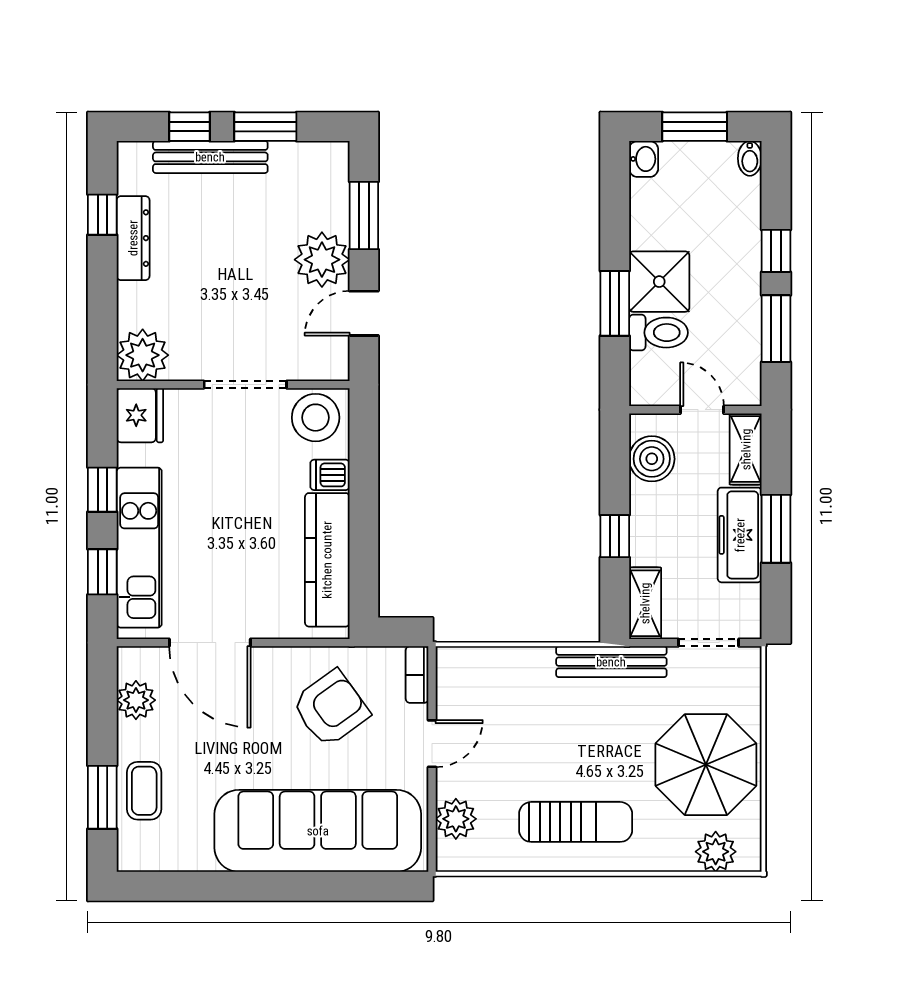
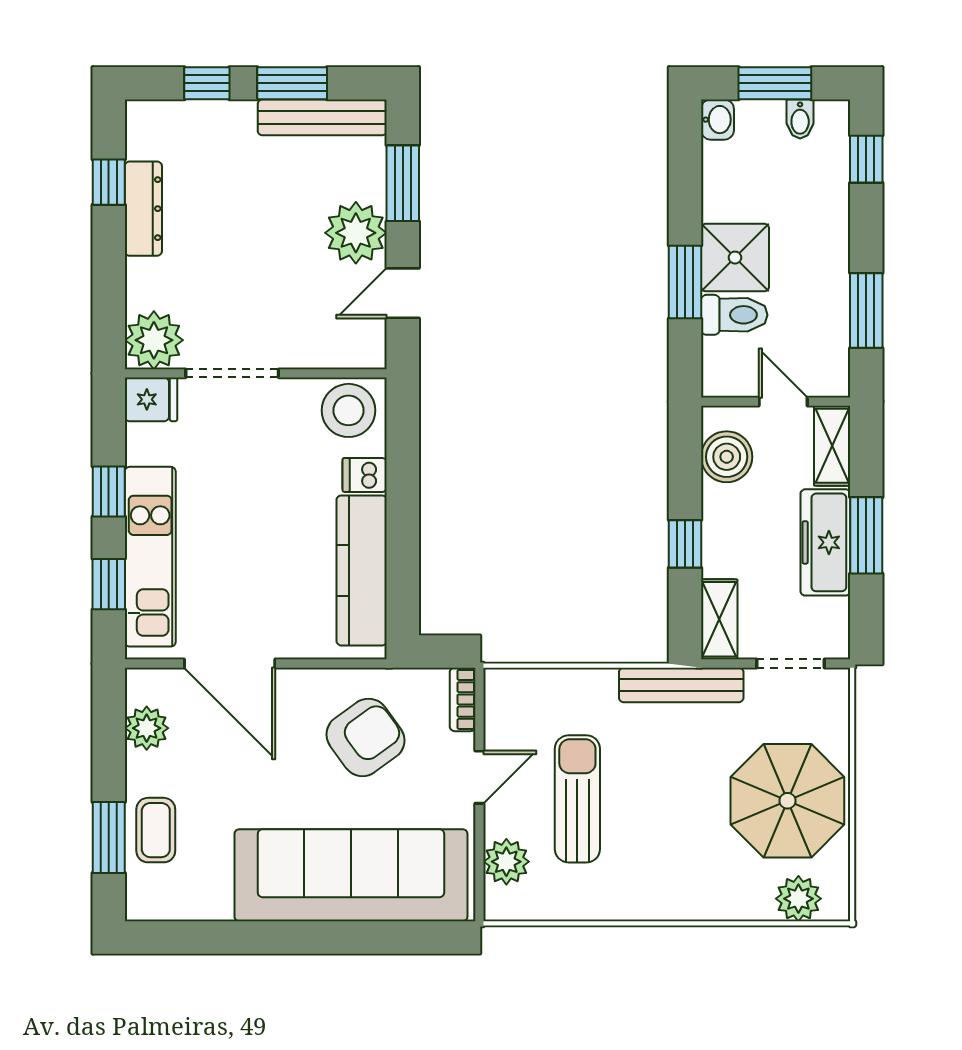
bench: (210, 157) -> (322, 117), moved
bidet: (750, 158) -> (800, 119), moved
window: (776, 251) -> (866, 159), moved
doorway: (245, 385) -> (232, 373), moved
fridge: (140, 415) -> (151, 399), width x0.72
sun lounger: (576, 822) -> (577, 799), moved, turned -90

